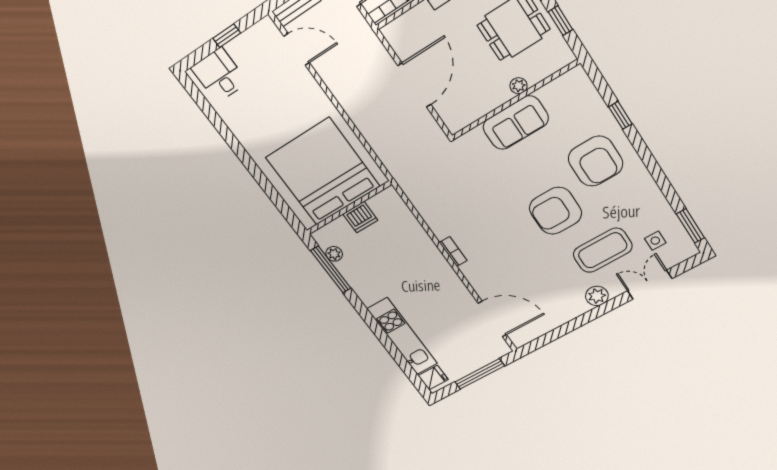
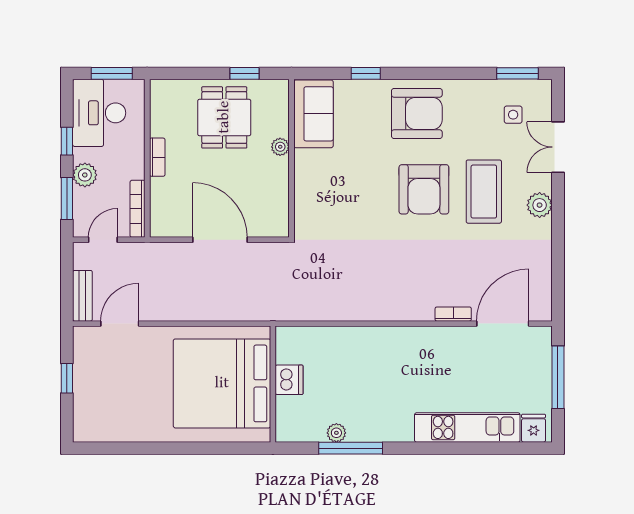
desk: (219, 75) -> (97, 412), removed
sofa: (516, 123) -> (313, 114), moved
armchair: (596, 161) -> (417, 113), moved
bed: (323, 172) -> (222, 383), moved
wall: (349, 208) -> (273, 384), moved
dishwasher: (360, 217) -> (289, 380), moved
coffee table: (603, 250) -> (484, 192), moved
bookcase: (453, 252) -> (453, 314), moved

